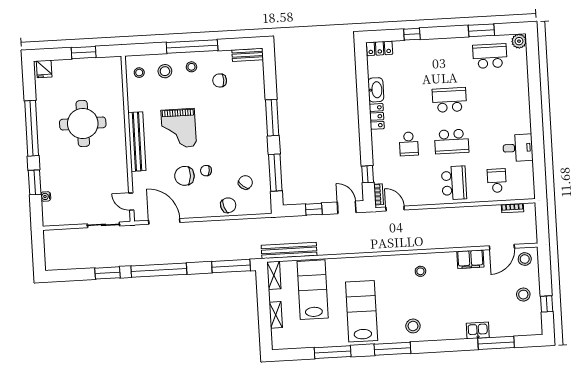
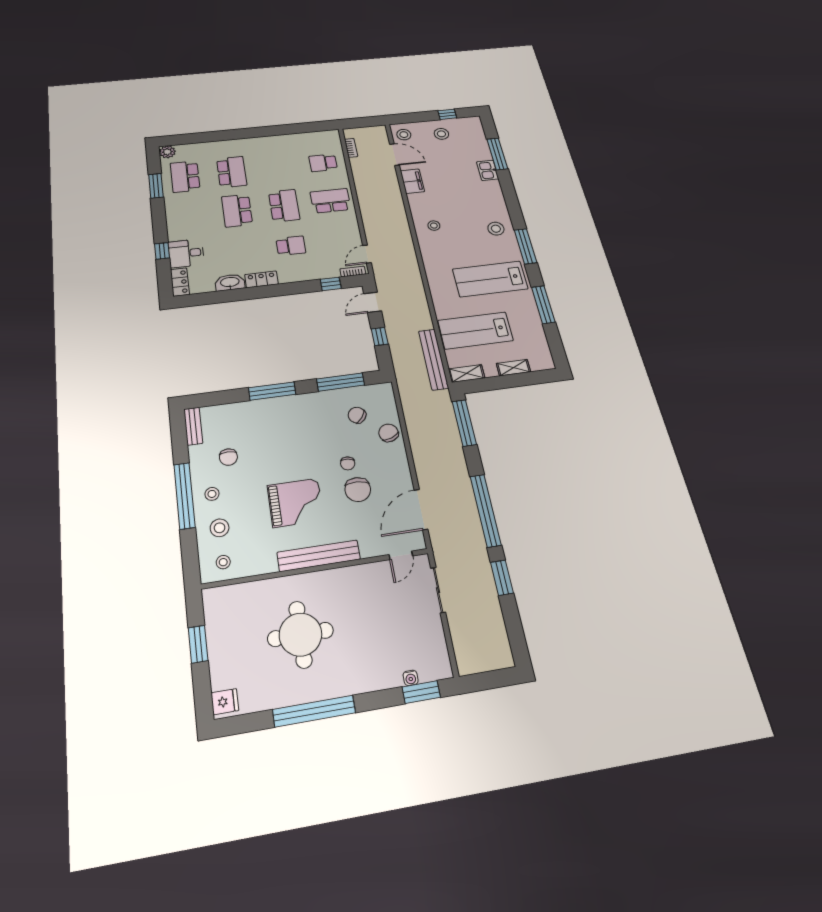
school desk: (492, 98) -> (232, 172), added
desk: (518, 148) -> (186, 253), moved, turned -90
window: (35, 182) -> (421, 692), moved

